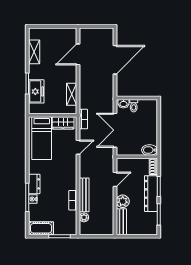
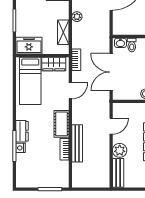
freezer: (36, 91) -> (29, 46), moved, turned -90
plant: (84, 217) -> (77, 17), moved
cot: (41, 228) -> (61, 124), moved, turned 90

